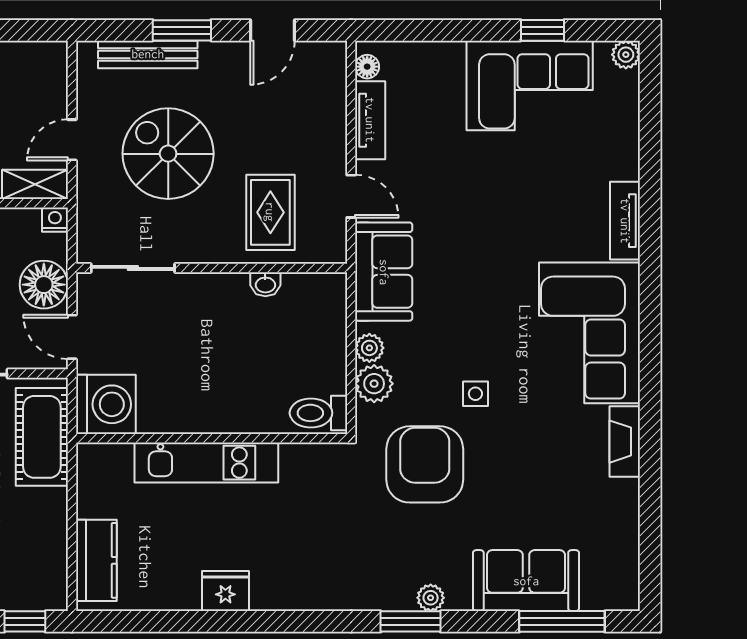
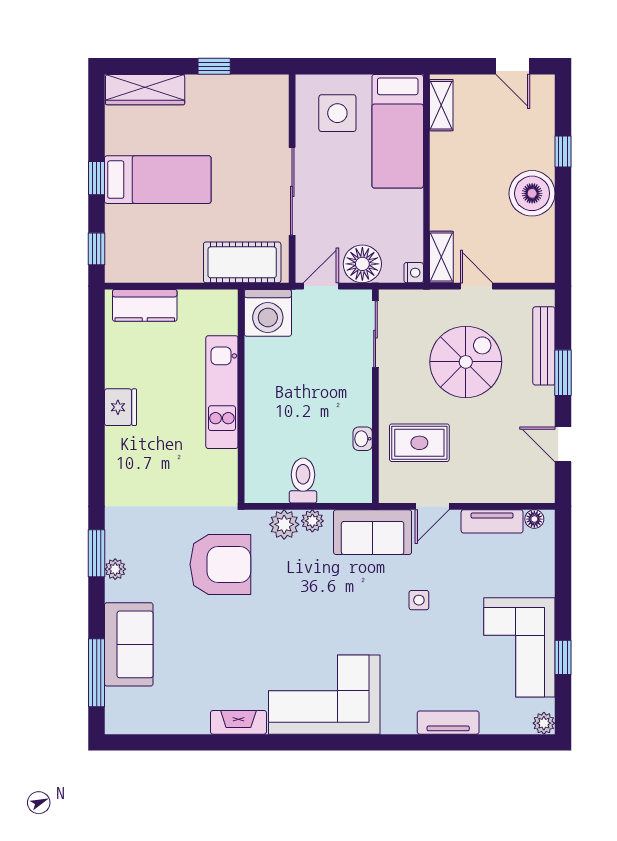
tv unit: (625, 221) -> (448, 723), moved
side table: (475, 394) -> (419, 600), moved
toilet: (318, 413) -> (303, 481), moved

